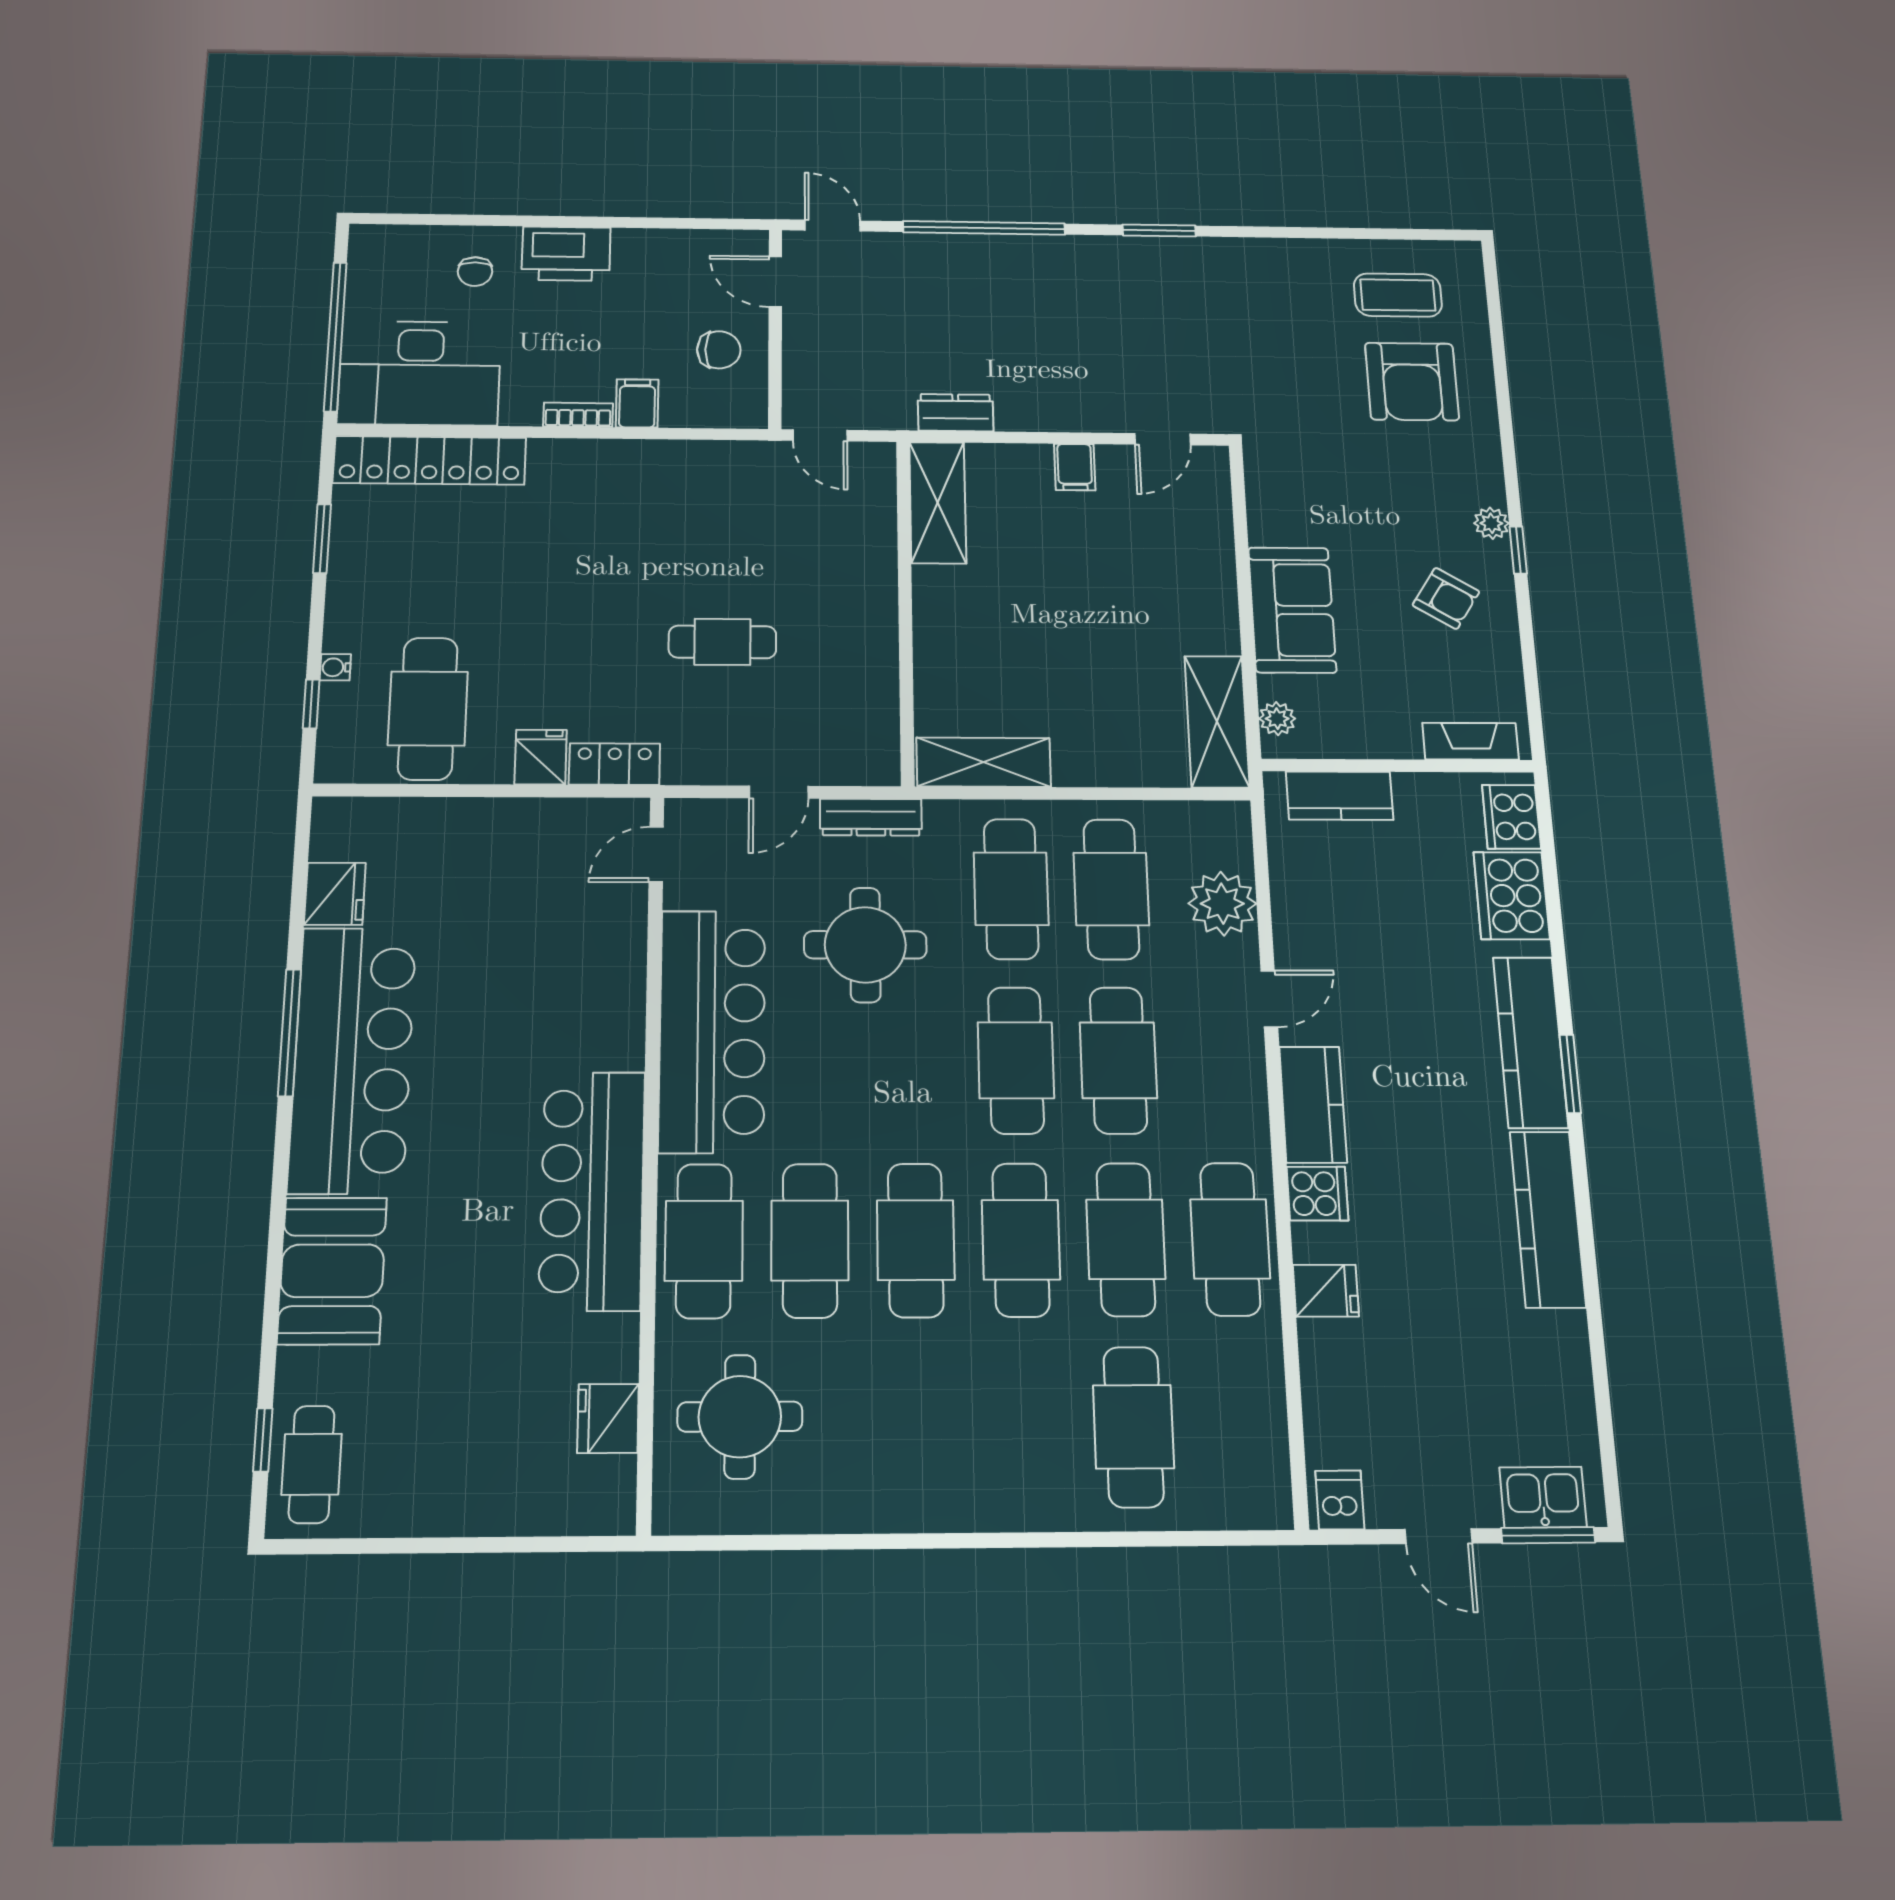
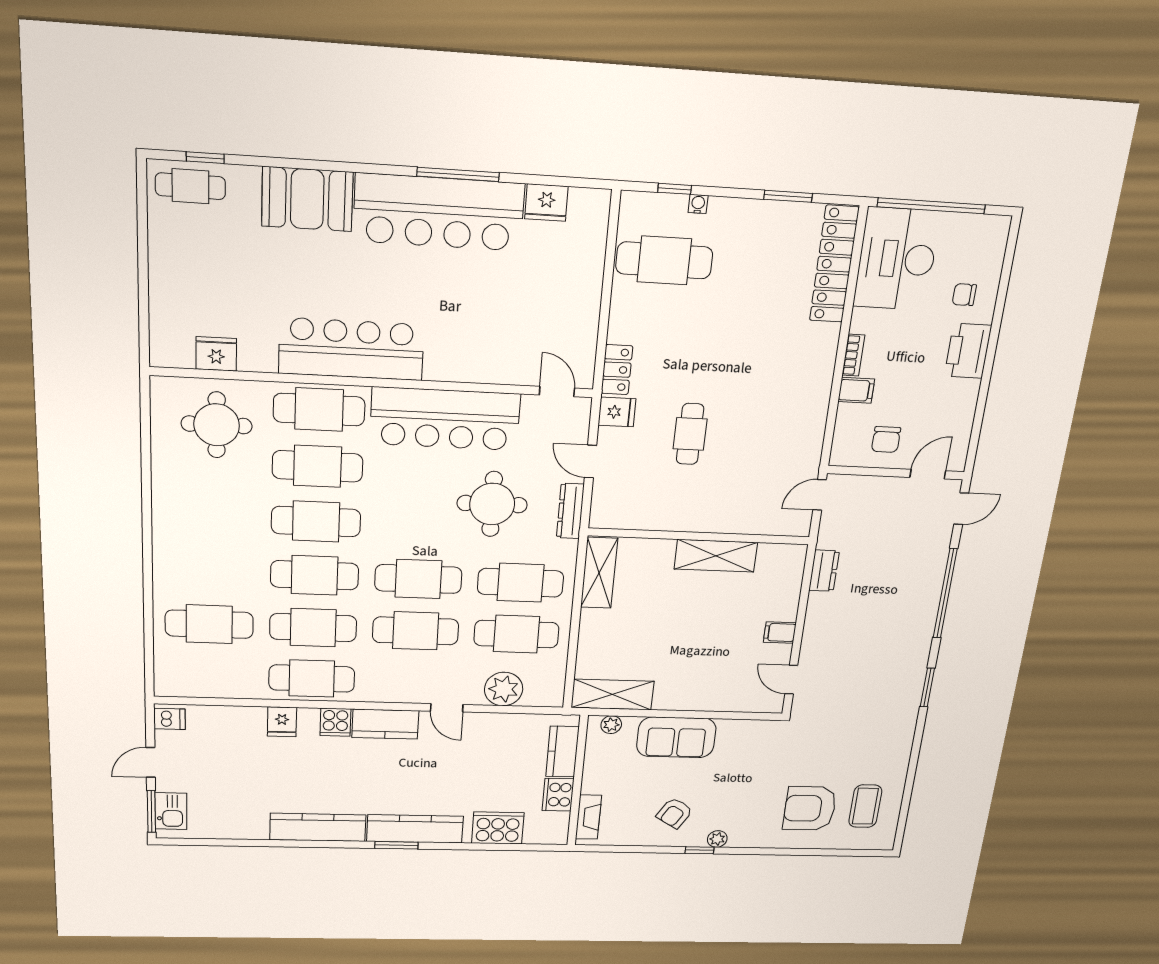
shelving: (938, 503) -> (716, 556), moved
fridge: (541, 757) -> (617, 412), moved
cooker: (1511, 817) -> (558, 795), moved, turned -90

